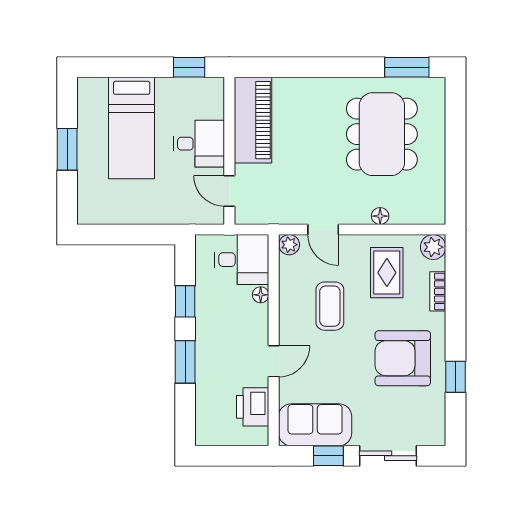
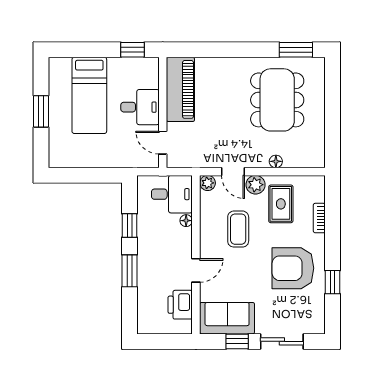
plant: (433, 247) -> (256, 185), moved

